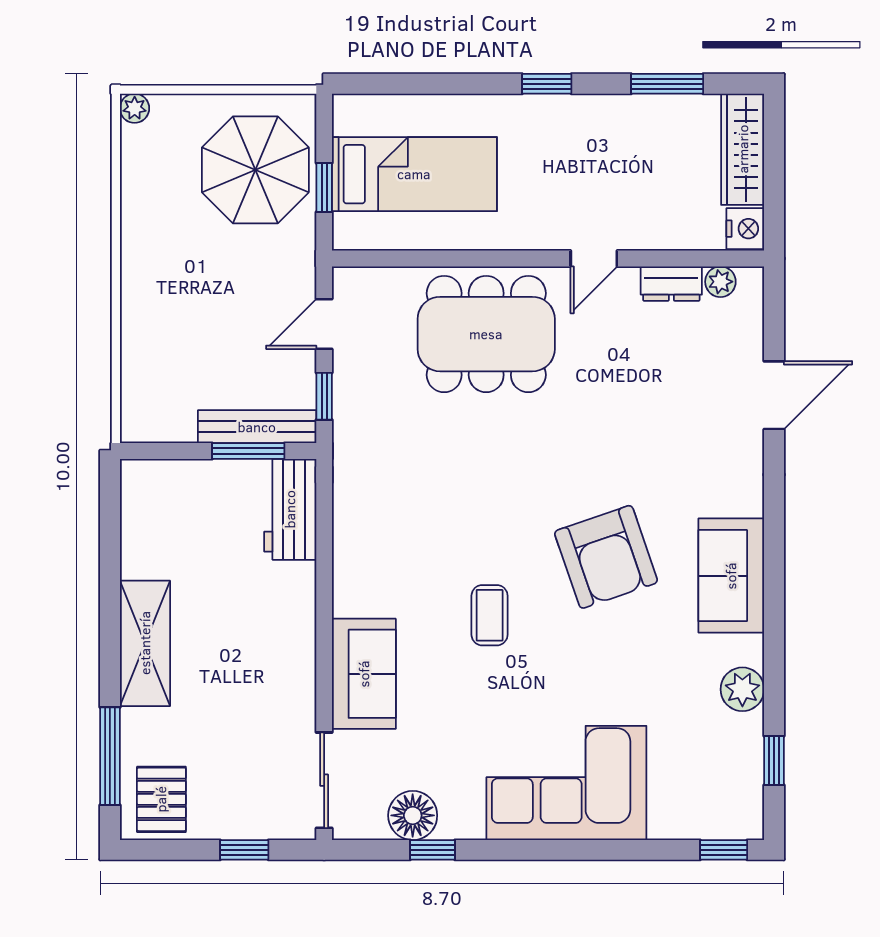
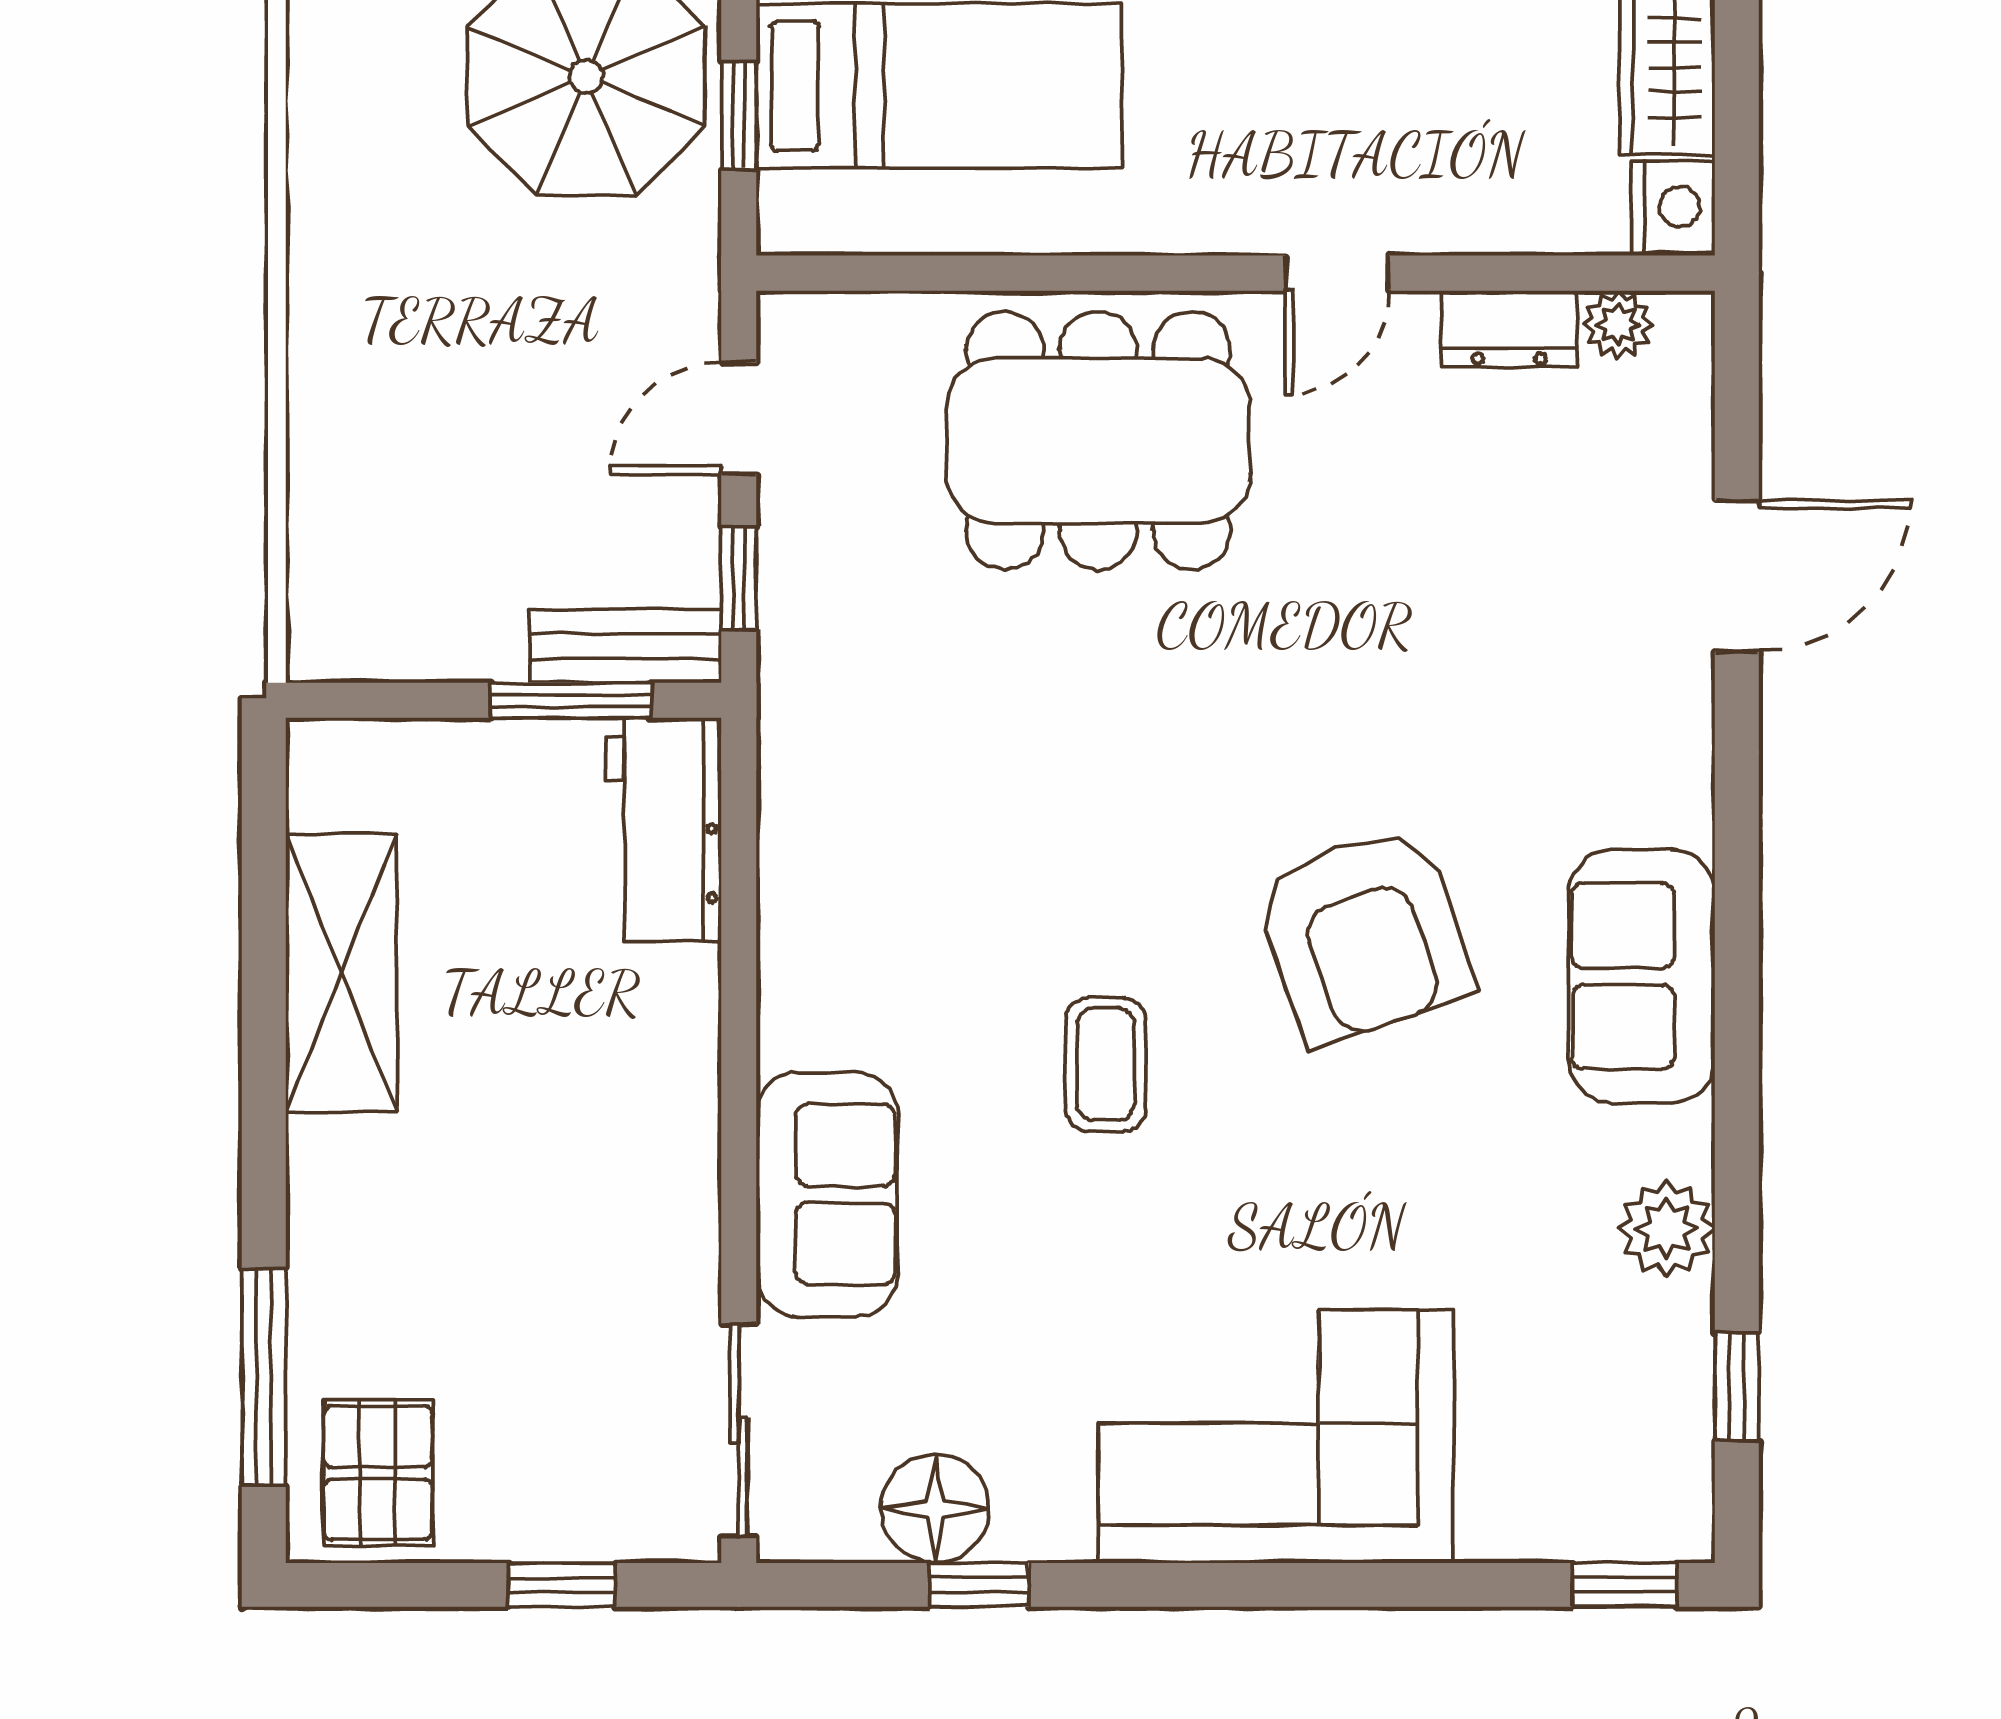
bench: (257, 427) -> (625, 646), width x0.73
shelving: (145, 643) -> (341, 973), moved

